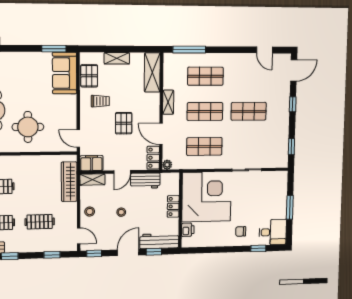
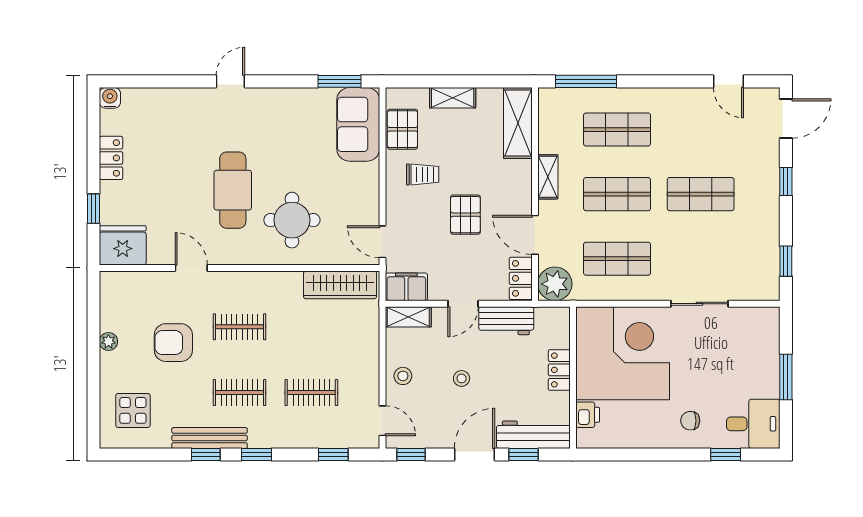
plant: (167, 165) -> (555, 284), width x1.87, depth x1.87
wardrobe: (69, 182) -> (340, 285), moved, turned -90

